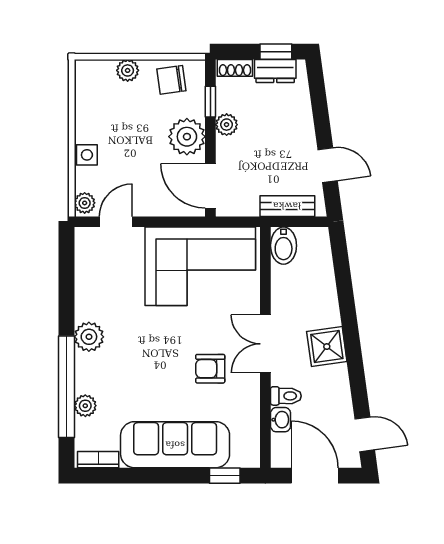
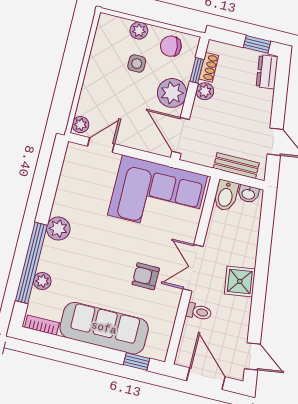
shoe rack: (235, 68) -> (209, 67), moved, turned -90
dresser: (275, 71) -> (267, 72), moved, turned 82
side table: (87, 155) -> (137, 64), moved
washbasin: (281, 420) -> (248, 194), moved, turned 90

